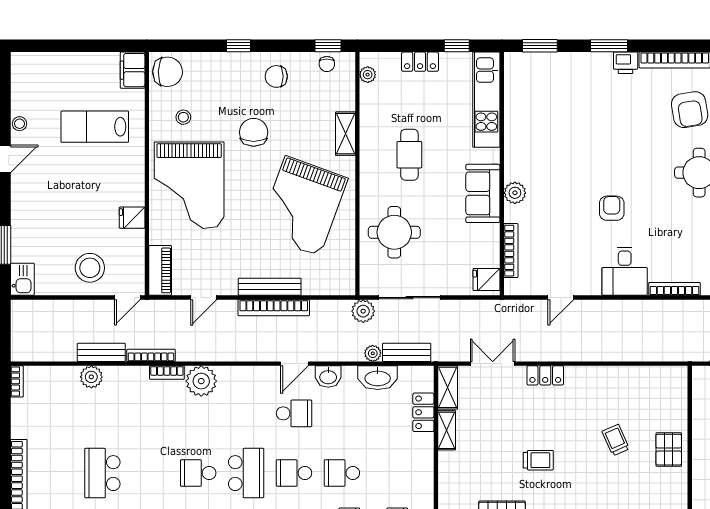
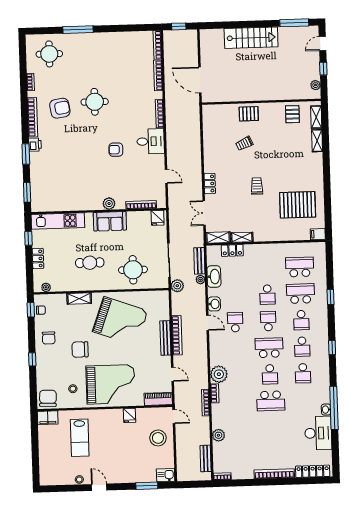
bench: (101, 352) -> (206, 458), moved
school desk: (102, 473) -> (271, 401), moved
school desk: (294, 473) -> (268, 321), turned 180

